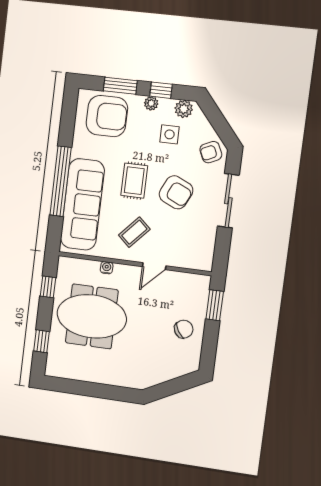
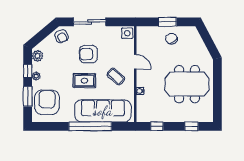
side table: (170, 134) -> (127, 33), moved
armchair: (176, 192) -> (88, 54), turned -115
window: (215, 305) -> (167, 22), moved
meeting table: (92, 316) -> (187, 84), moved, turned 90

